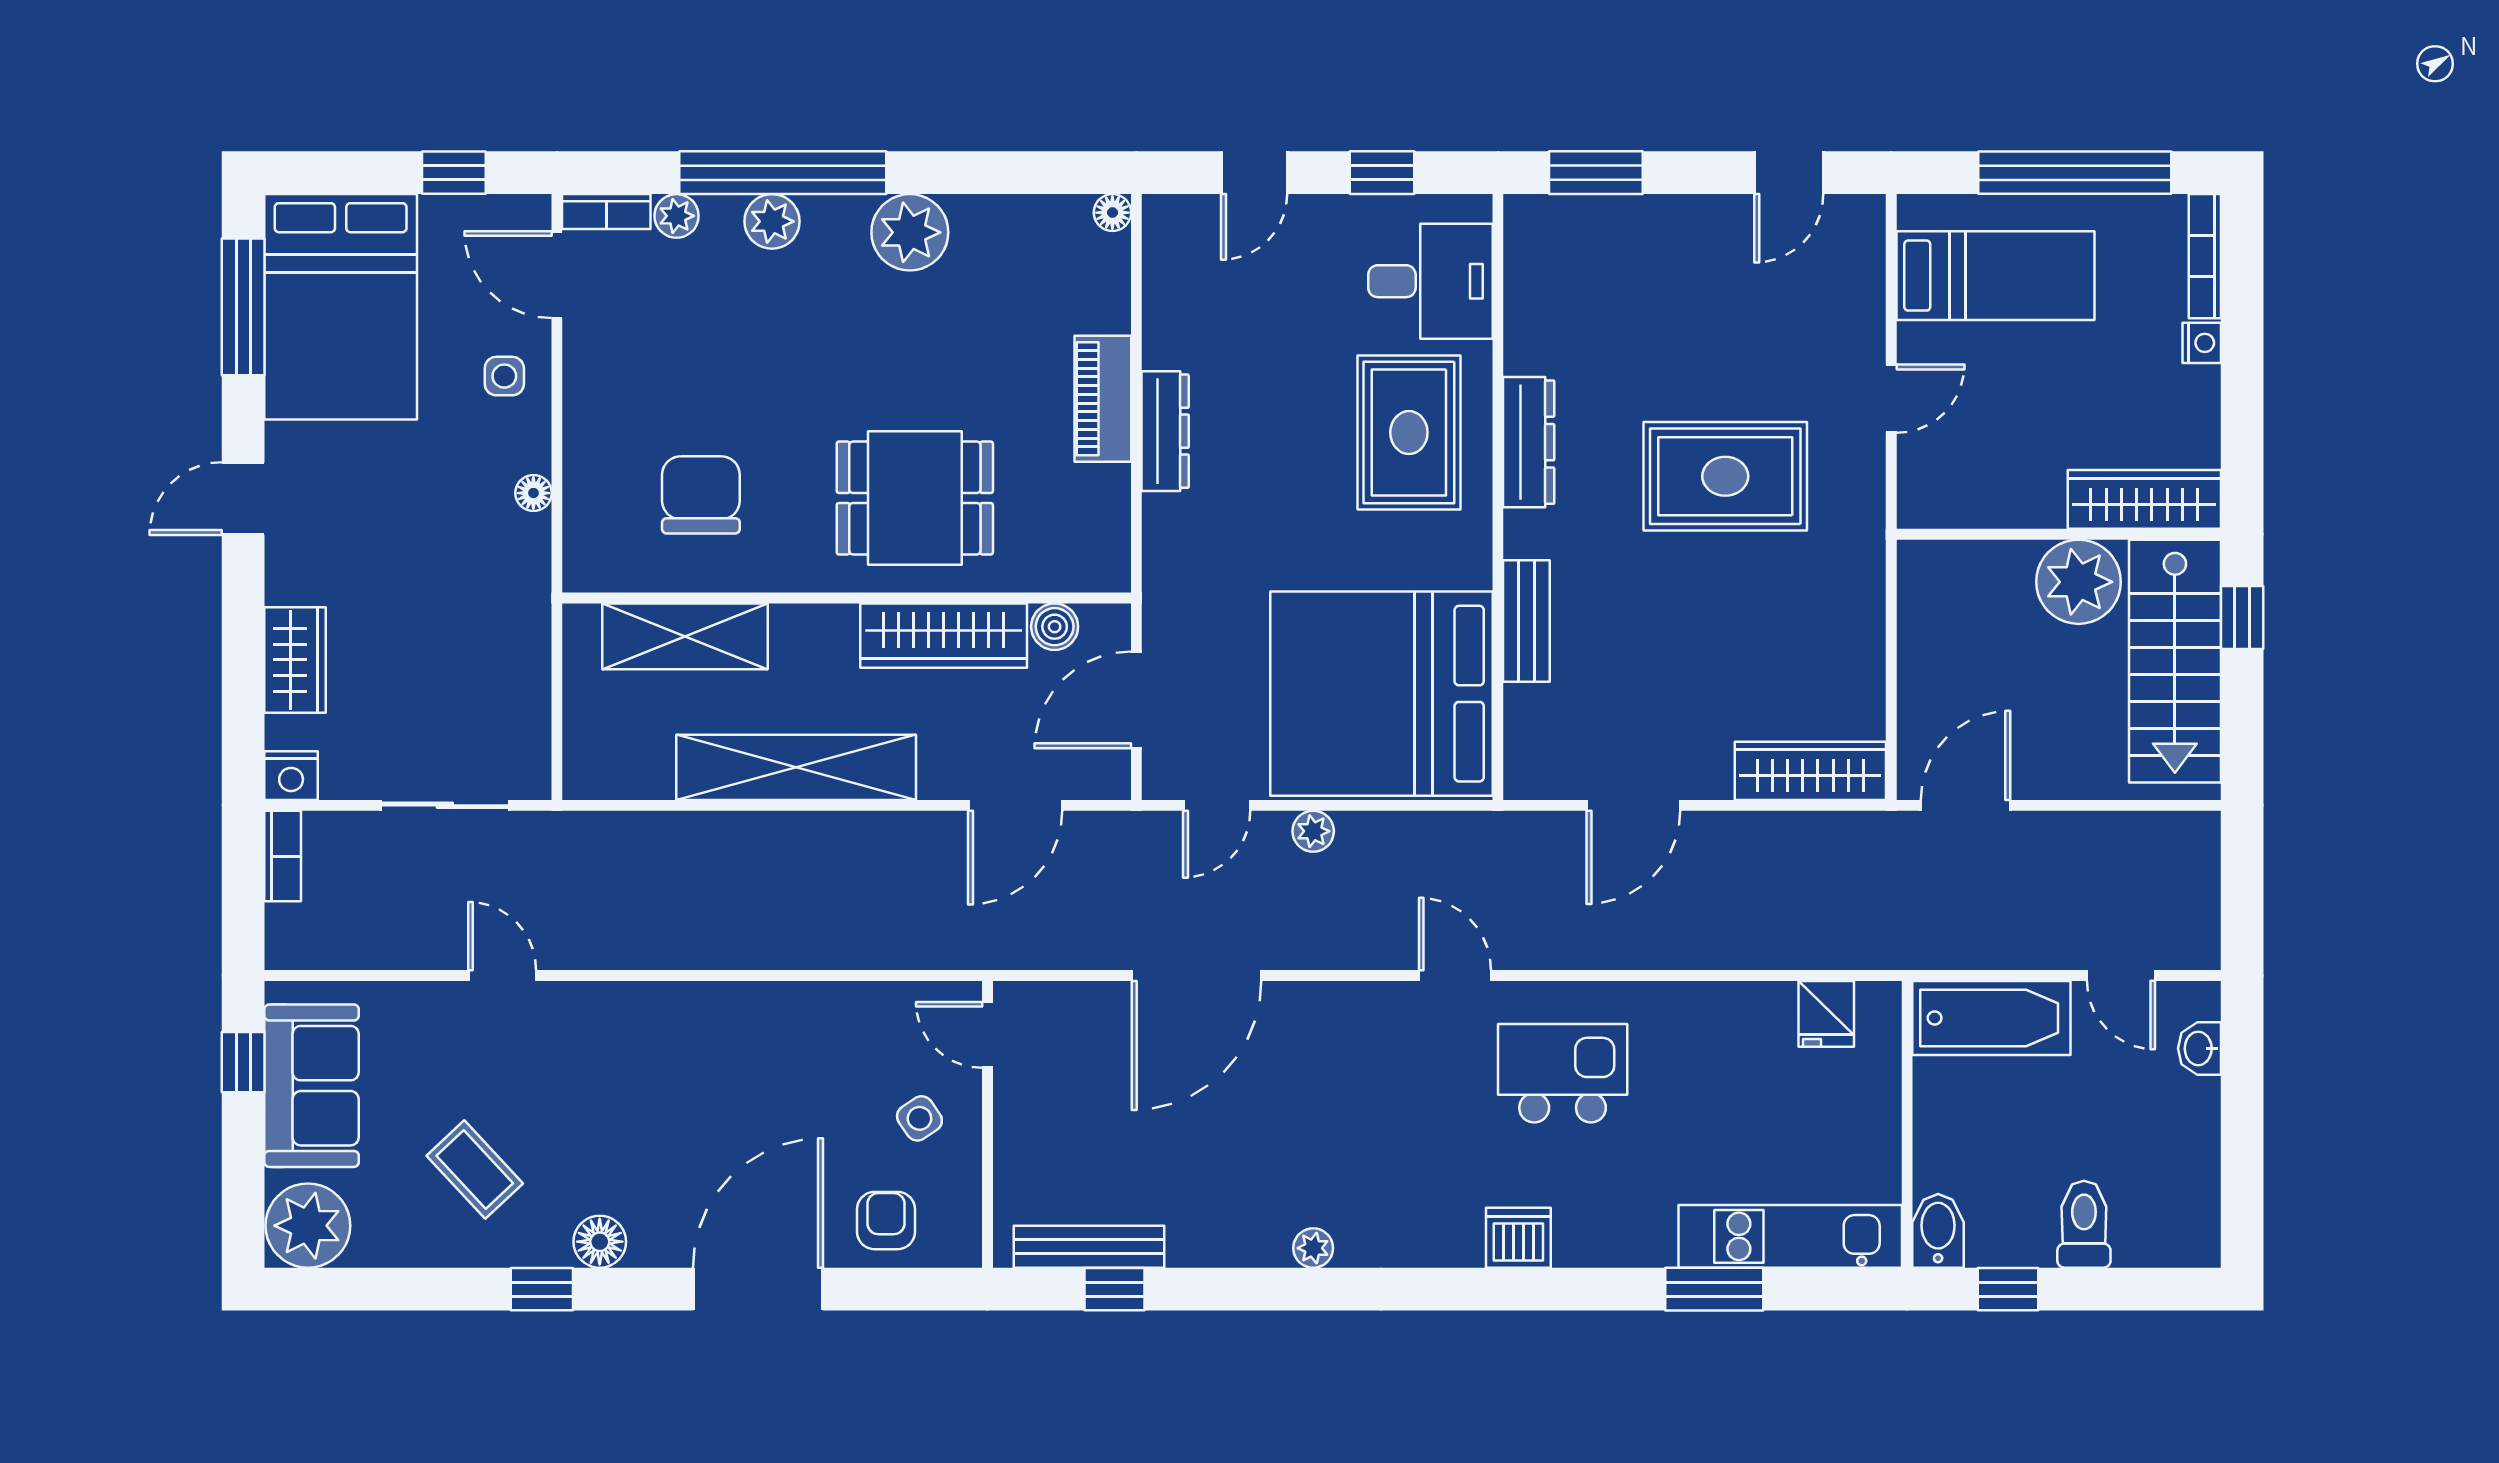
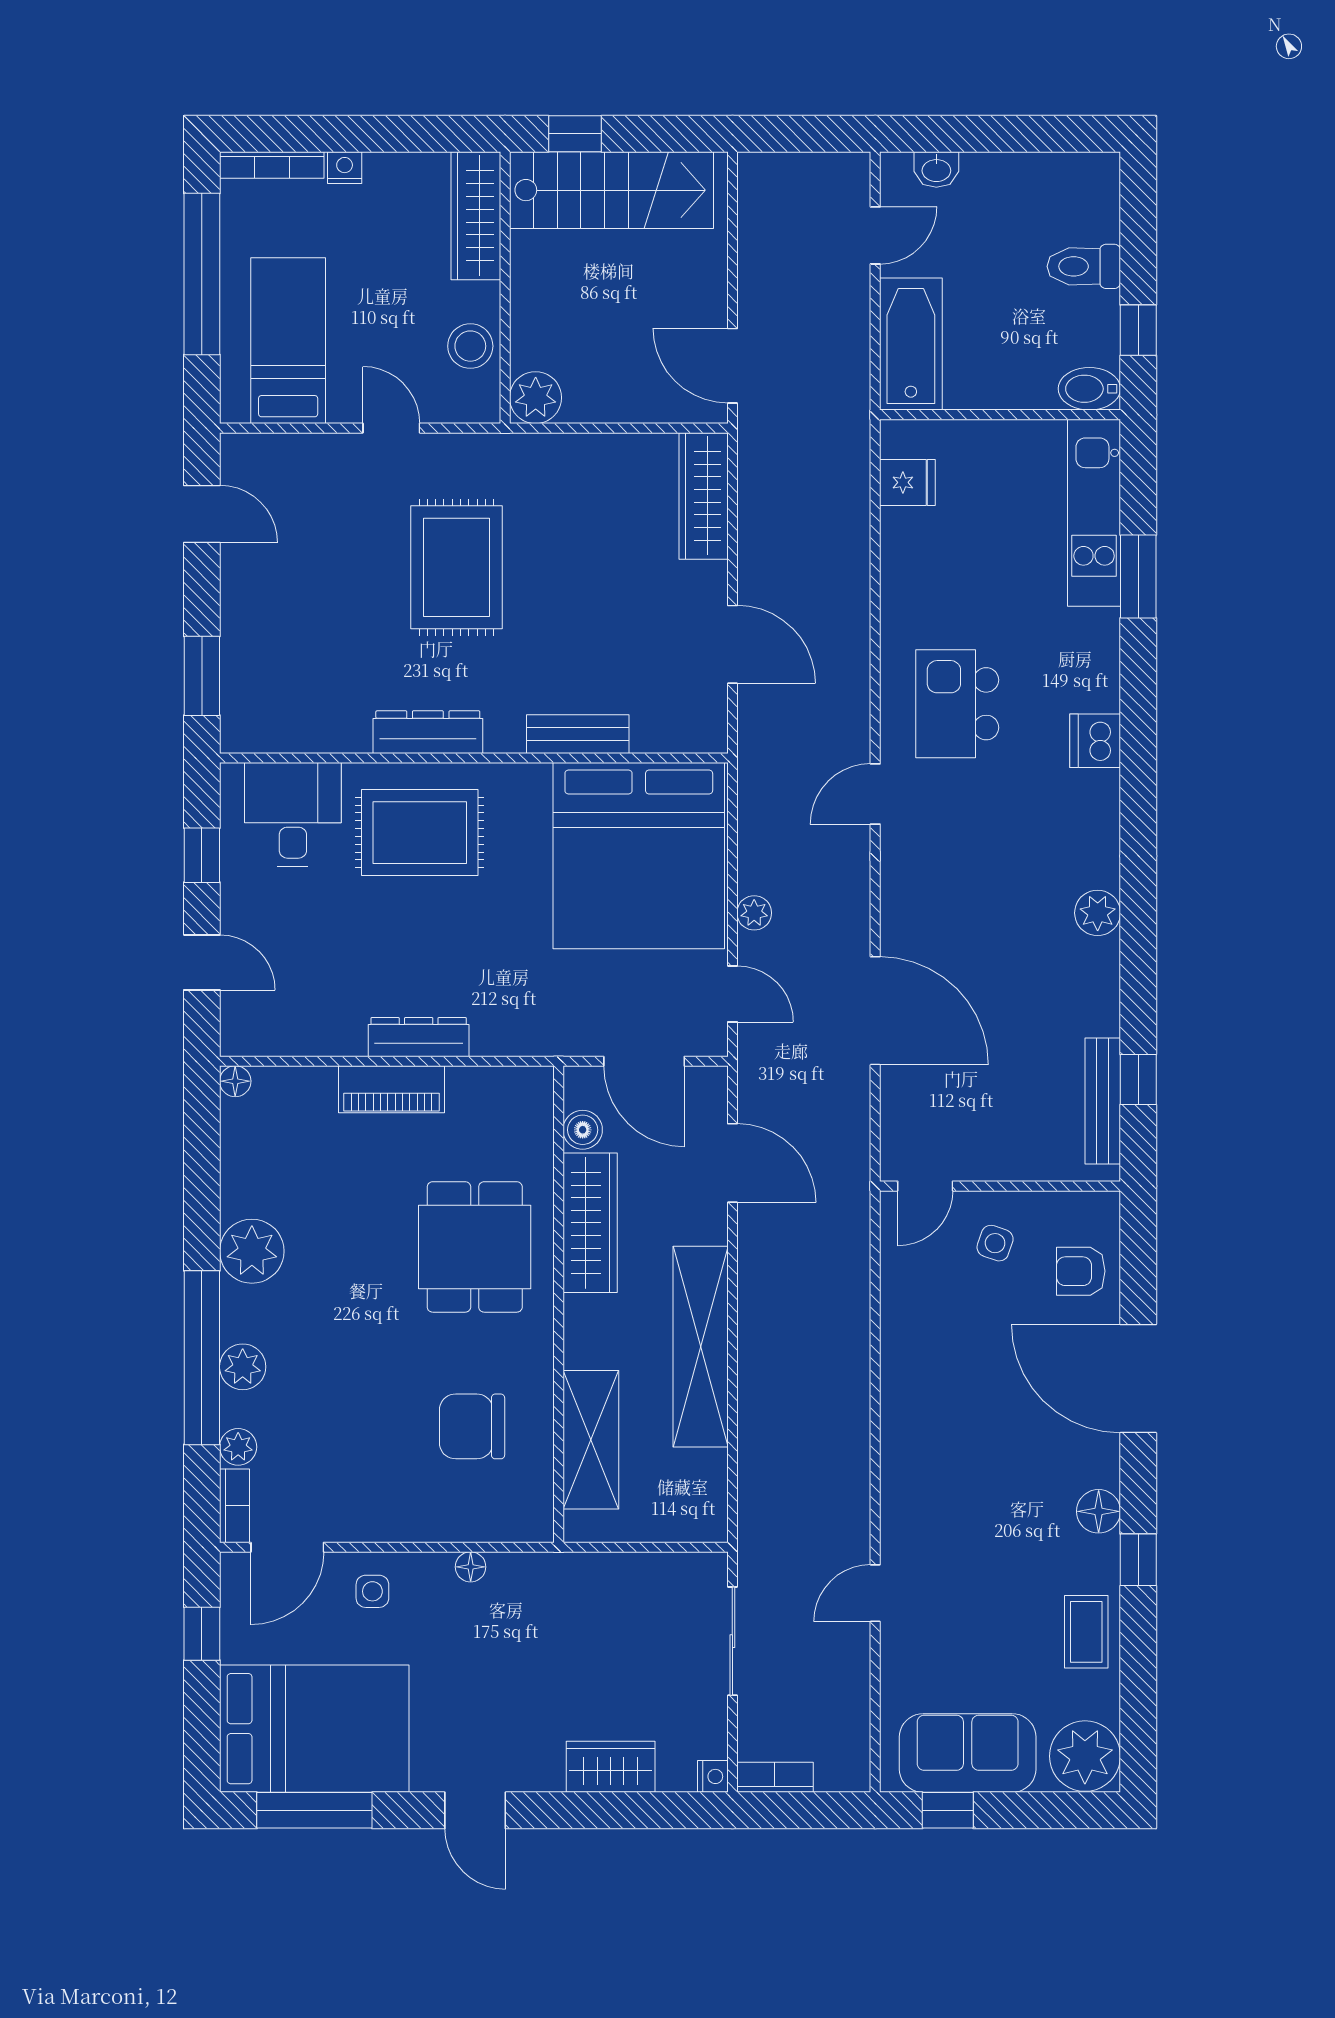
stool: (1989, 493) -> (470, 346), added
plant: (2079, 582) -> (536, 398), moved, width x0.73, depth x0.73
nightstand: (291, 776) -> (713, 1776), width x0.72, depth x0.74
side table: (919, 1118) -> (995, 1243), turned -37
coffee table: (475, 1170) -> (1086, 1632), moved, turned -47
plant: (1313, 1248) -> (1098, 913), width x1.38, depth x1.38

